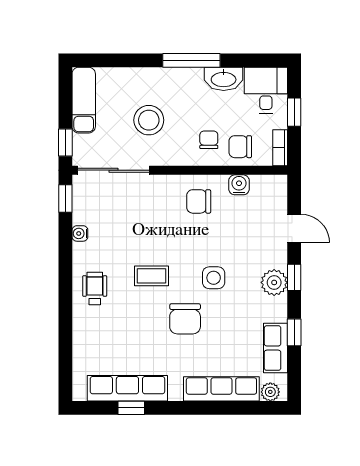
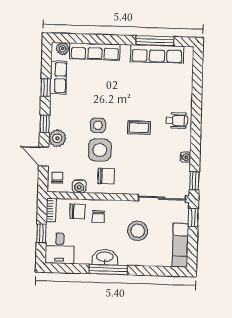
washbasin: (224, 79) -> (105, 257), moved
side table: (210, 240) -> (100, 150), added
plant: (274, 282) -> (57, 138), moved
wheelchair: (95, 289) -> (177, 120), turned -90
chair: (185, 319) -> (57, 177), moved, width x0.54, depth x0.54
window: (131, 408) -> (155, 41), width x2.17

